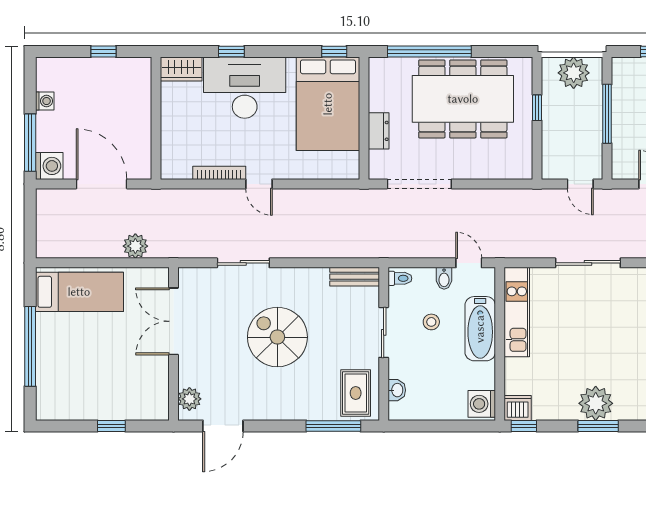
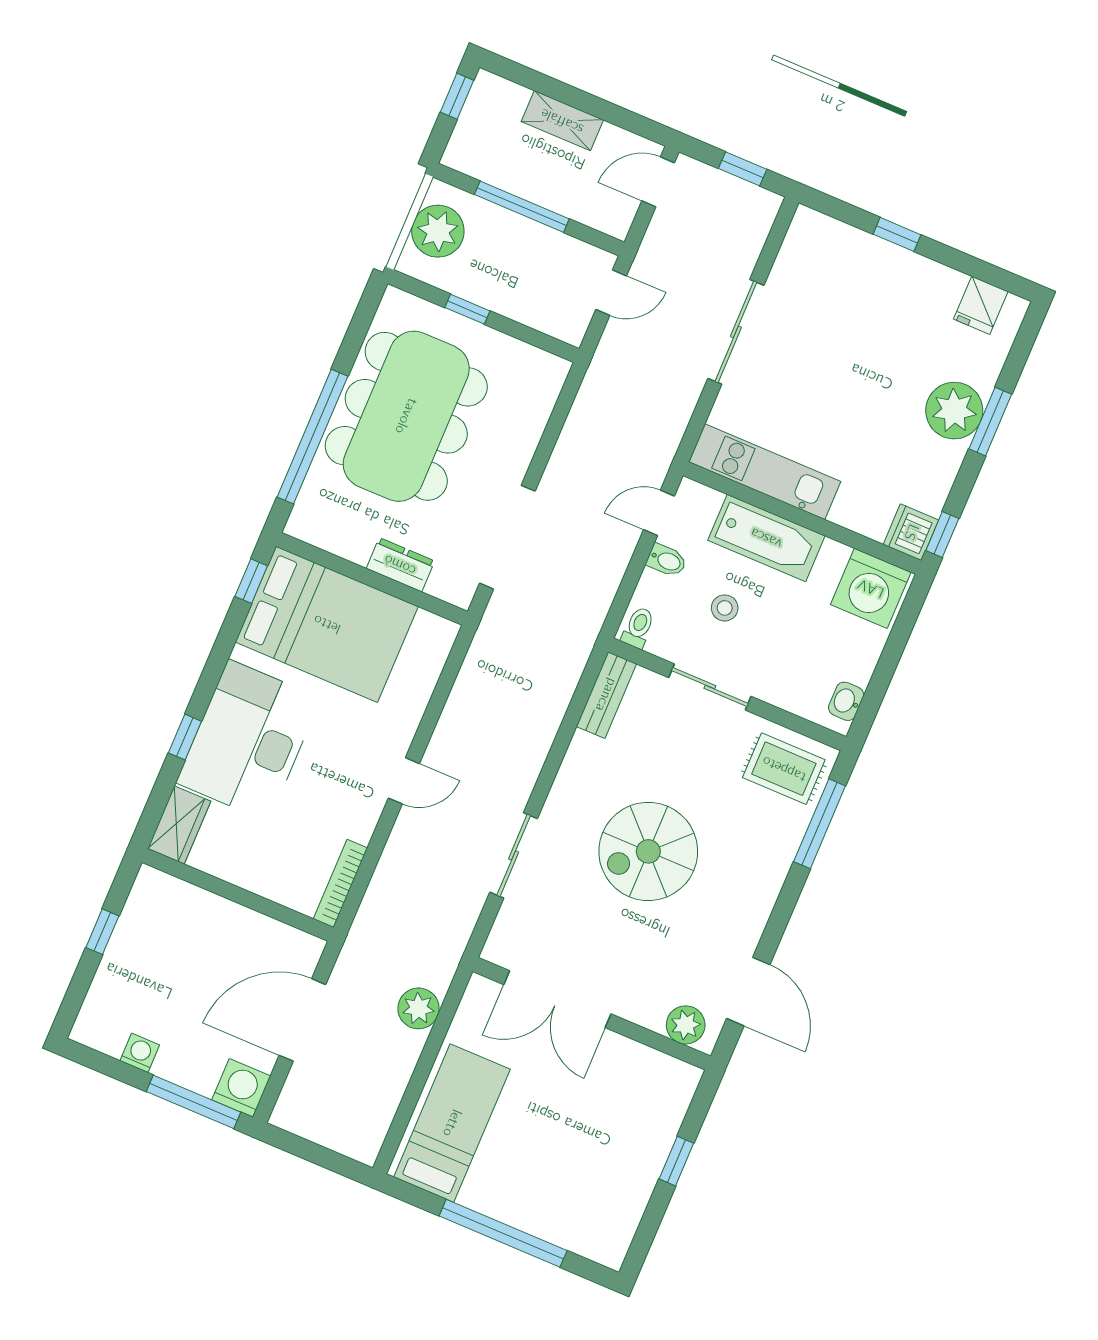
bookcase: (219, 173) -> (340, 883), moved
washbasin: (397, 390) -> (846, 701), moved, turned -90
washing machine: (482, 404) -> (871, 588), width x1.37, depth x1.37

